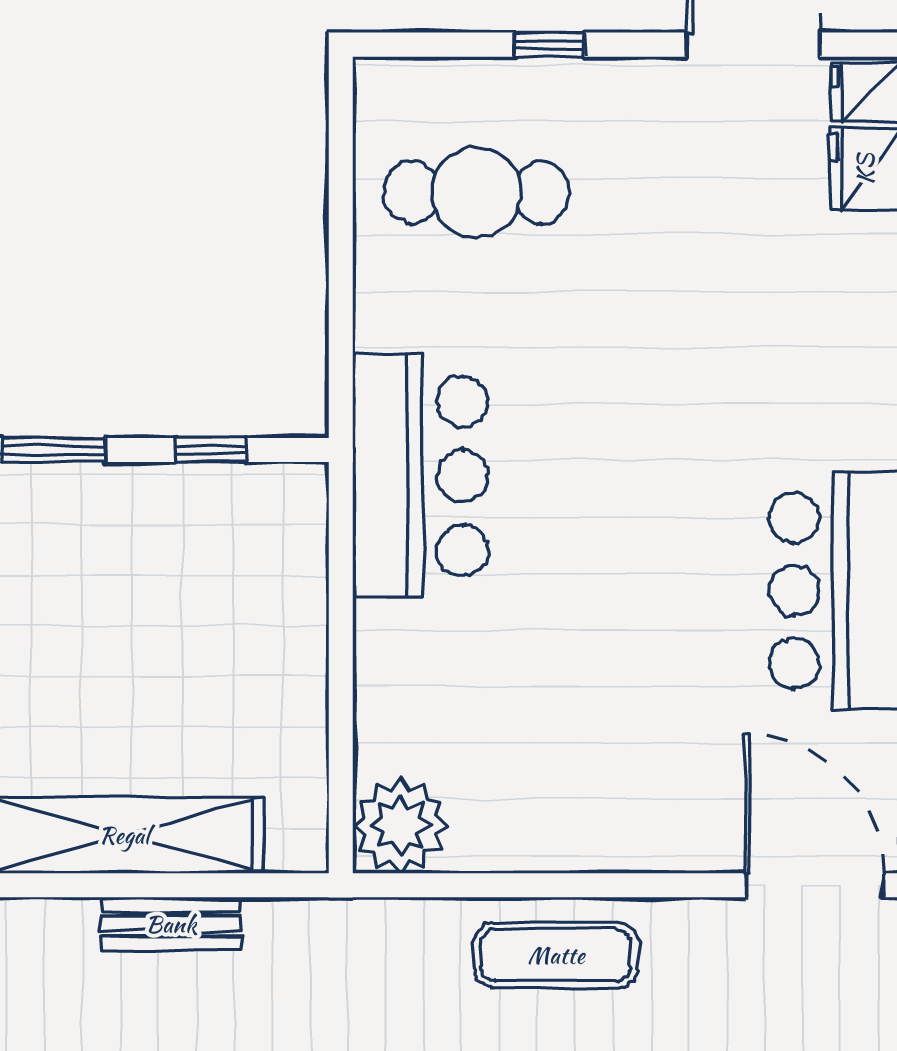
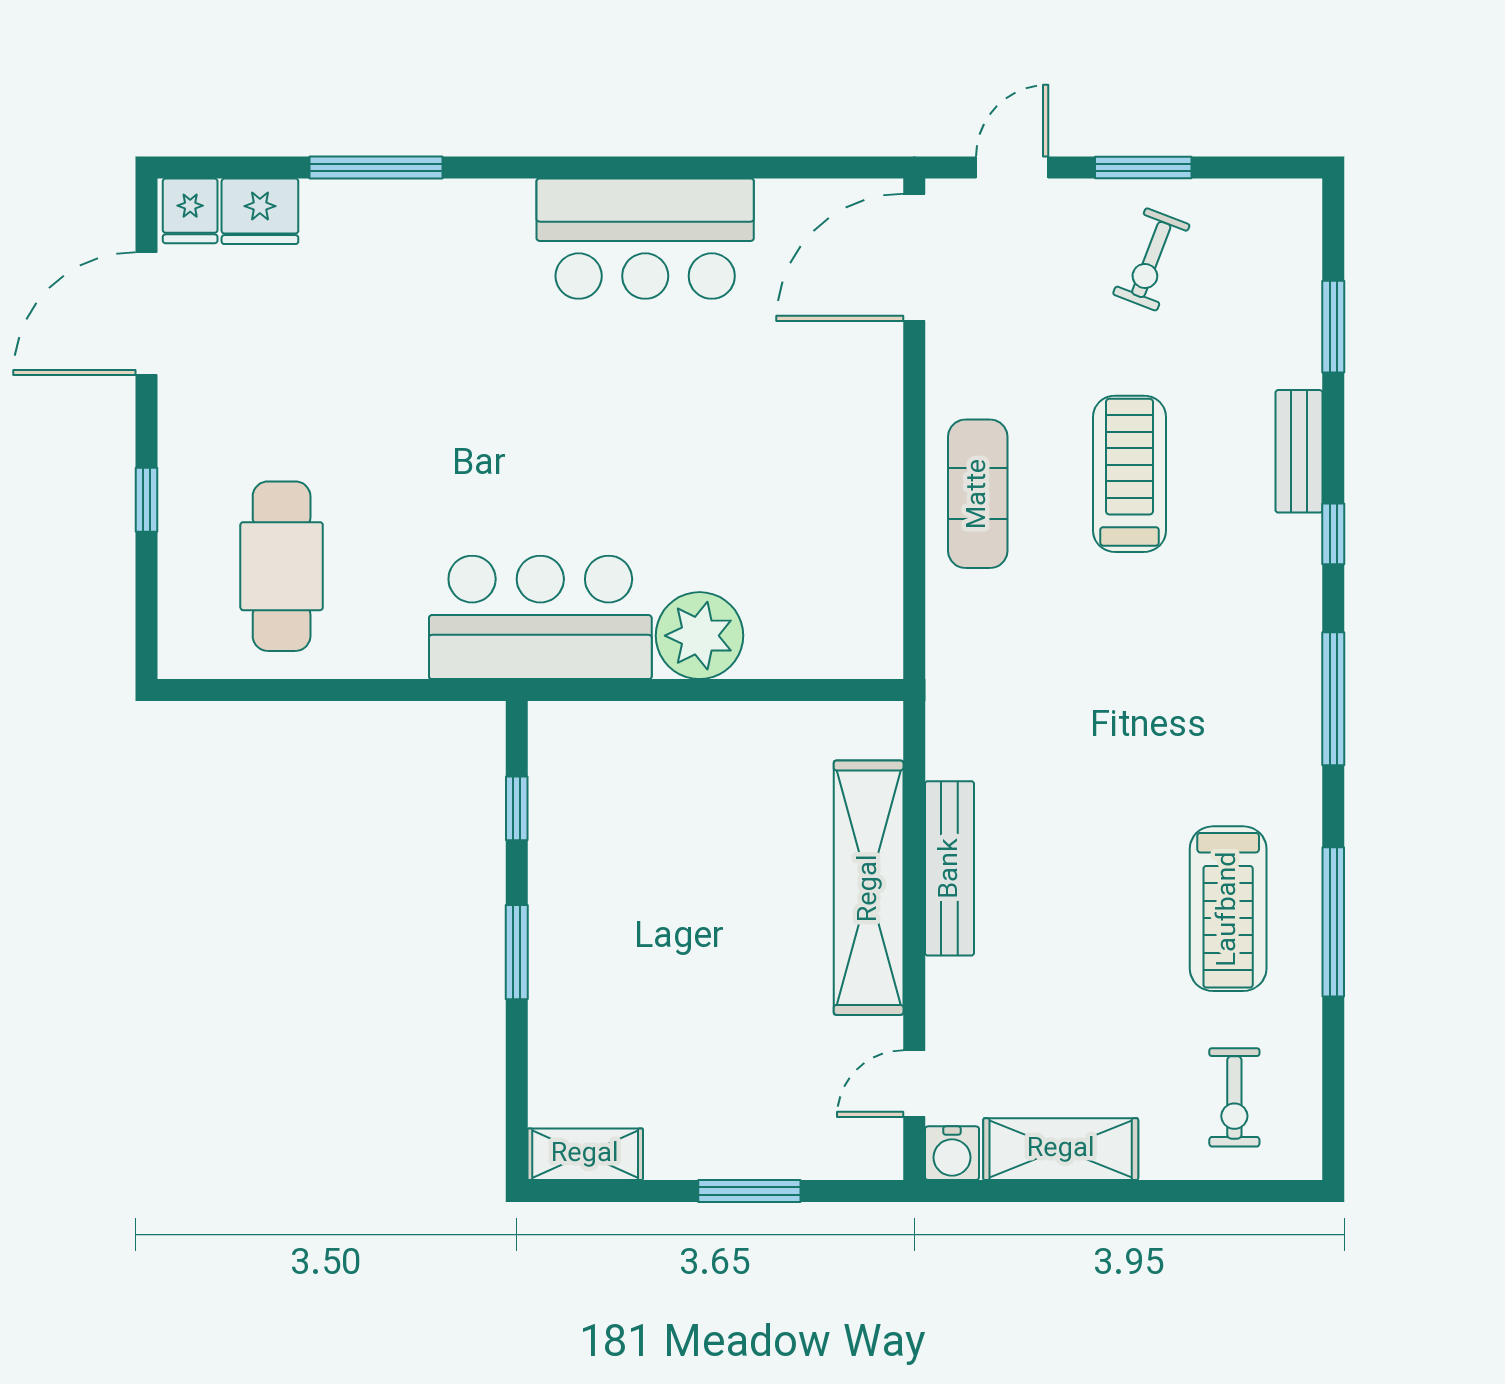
plant: (400, 826) -> (700, 636), moved
bench: (171, 924) -> (950, 868), width x1.36

